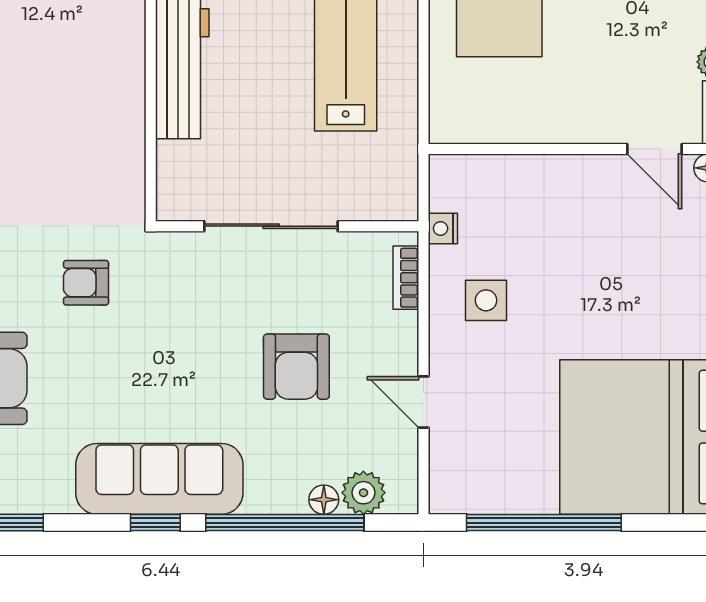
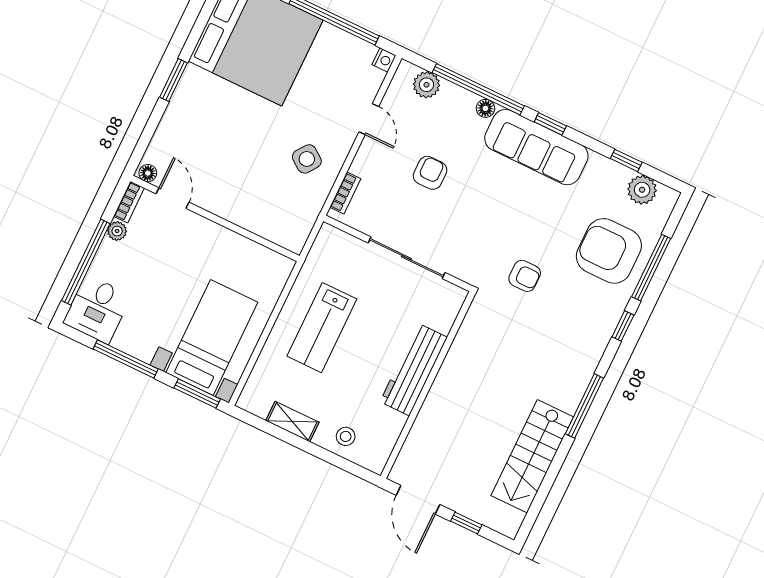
nightstand: (443, 228) -> (384, 60), moved
side table: (486, 300) -> (307, 159), turned 36
armchair: (296, 367) -> (430, 173), width x0.72, depth x0.72
floor lamp: (324, 500) -> (485, 108), moved

